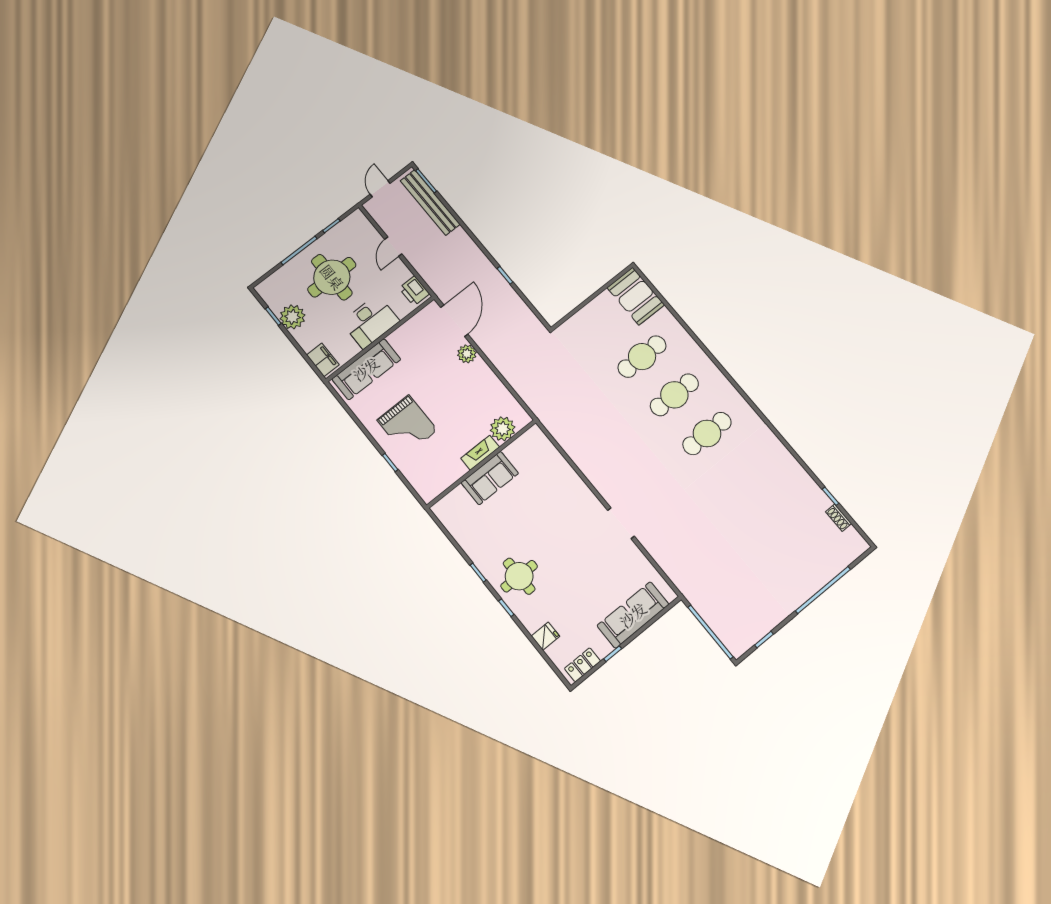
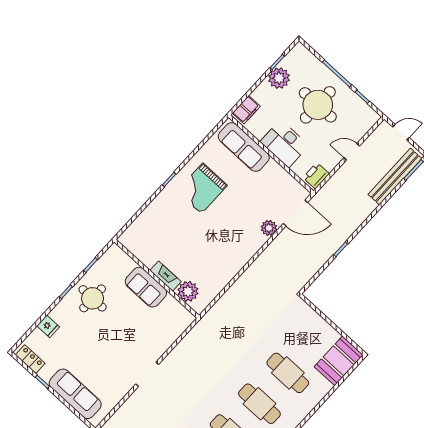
plant: (503, 429) -> (188, 291), moved
fireplace: (480, 453) -> (166, 276), moved
wall: (482, 464) -> (157, 279), moved
sofa: (490, 478) -> (146, 287), moved

